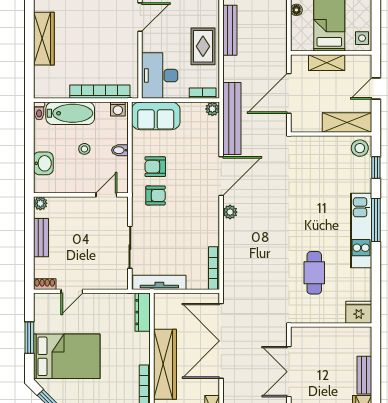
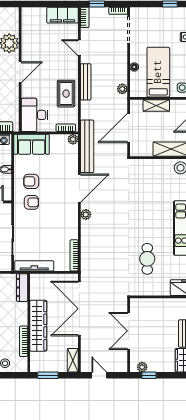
plant: (280, 40) -> (122, 89), added

